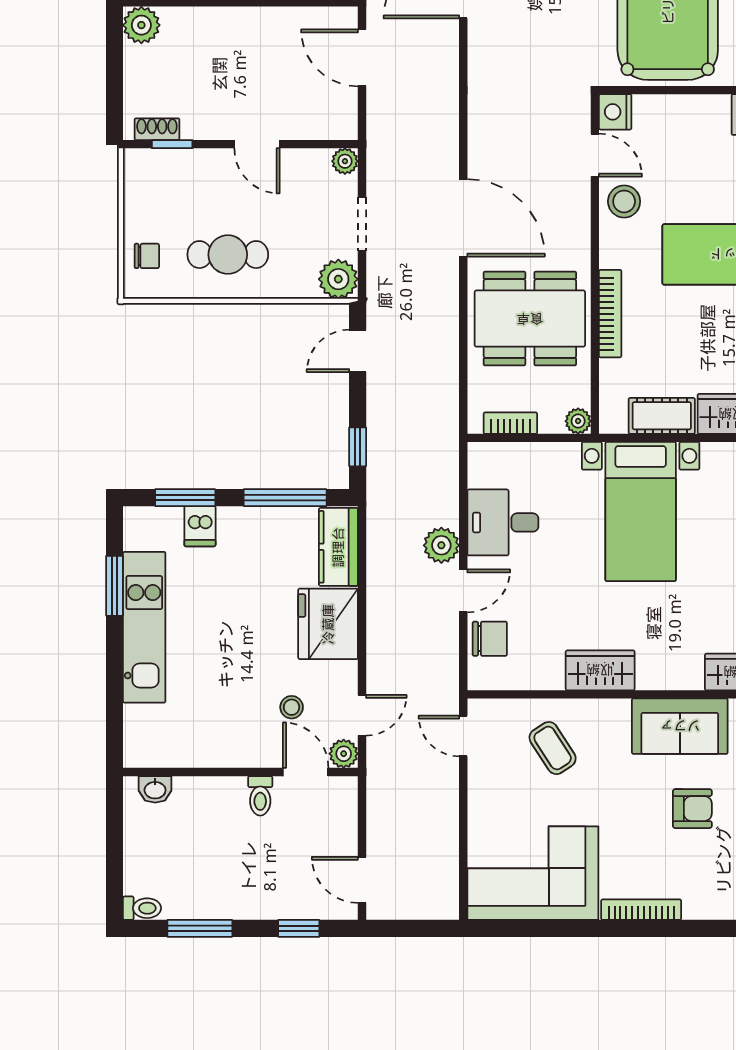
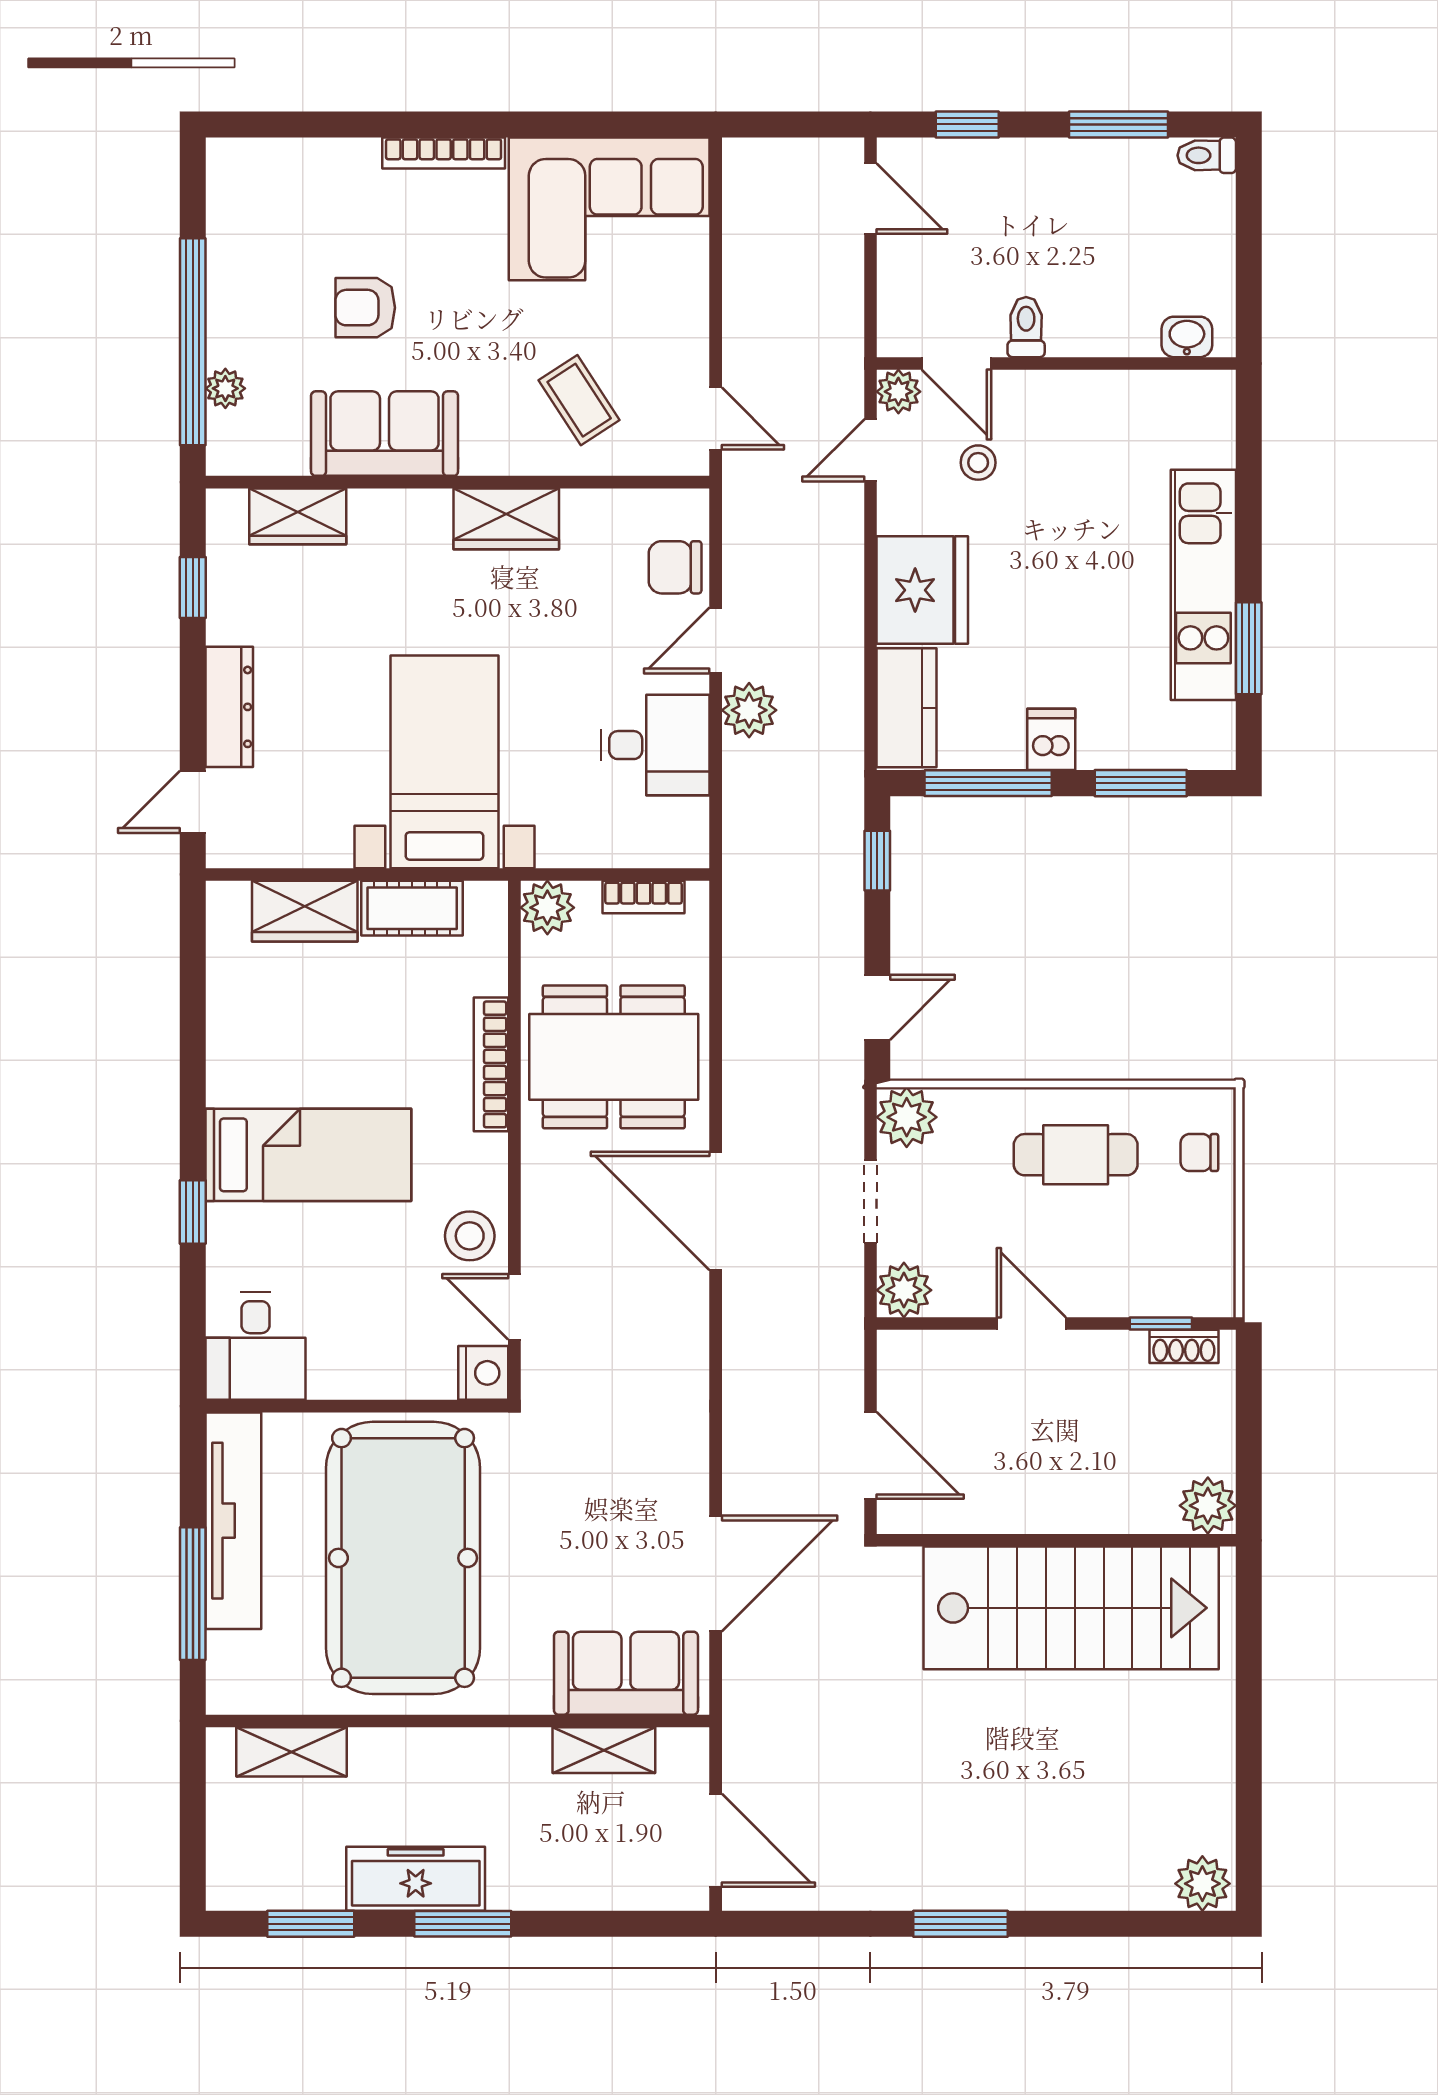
plant: (345, 161) -> (904, 1290), width x1.38, depth x1.38
plant: (578, 421) -> (547, 908), width x1.38, depth x1.38
dishwasher: (200, 526) -> (1051, 739), moved

